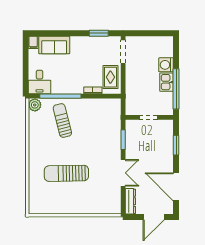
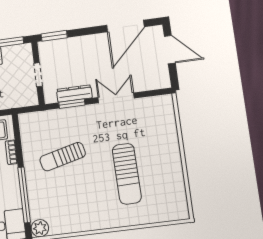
sun lounger: (62, 121) -> (63, 157), moved
window: (176, 145) -> (54, 36), moved
dresser: (130, 201) -> (74, 94), moved

